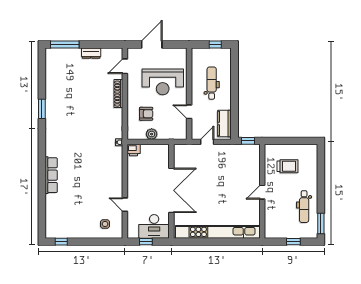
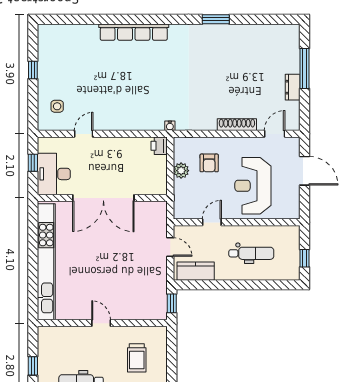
window: (65, 45) -> (305, 69), moved
door: (125, 66) -> (275, 134), hinge flipped
row of seats: (51, 175) -> (134, 32), width x1.36
window: (61, 242) -> (33, 70), moved

